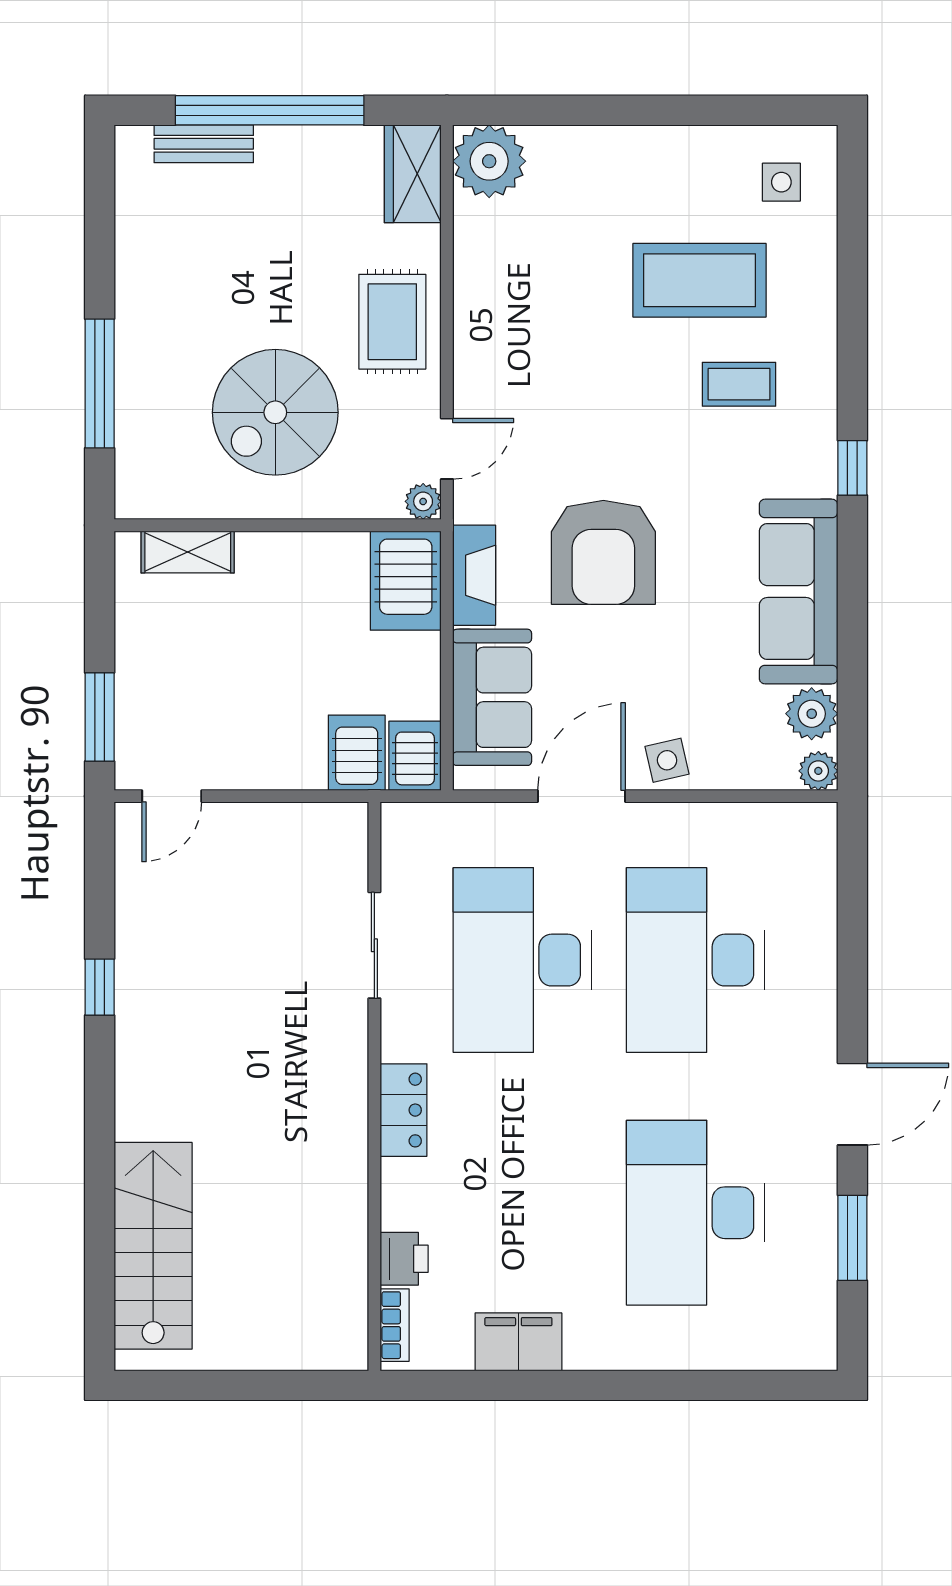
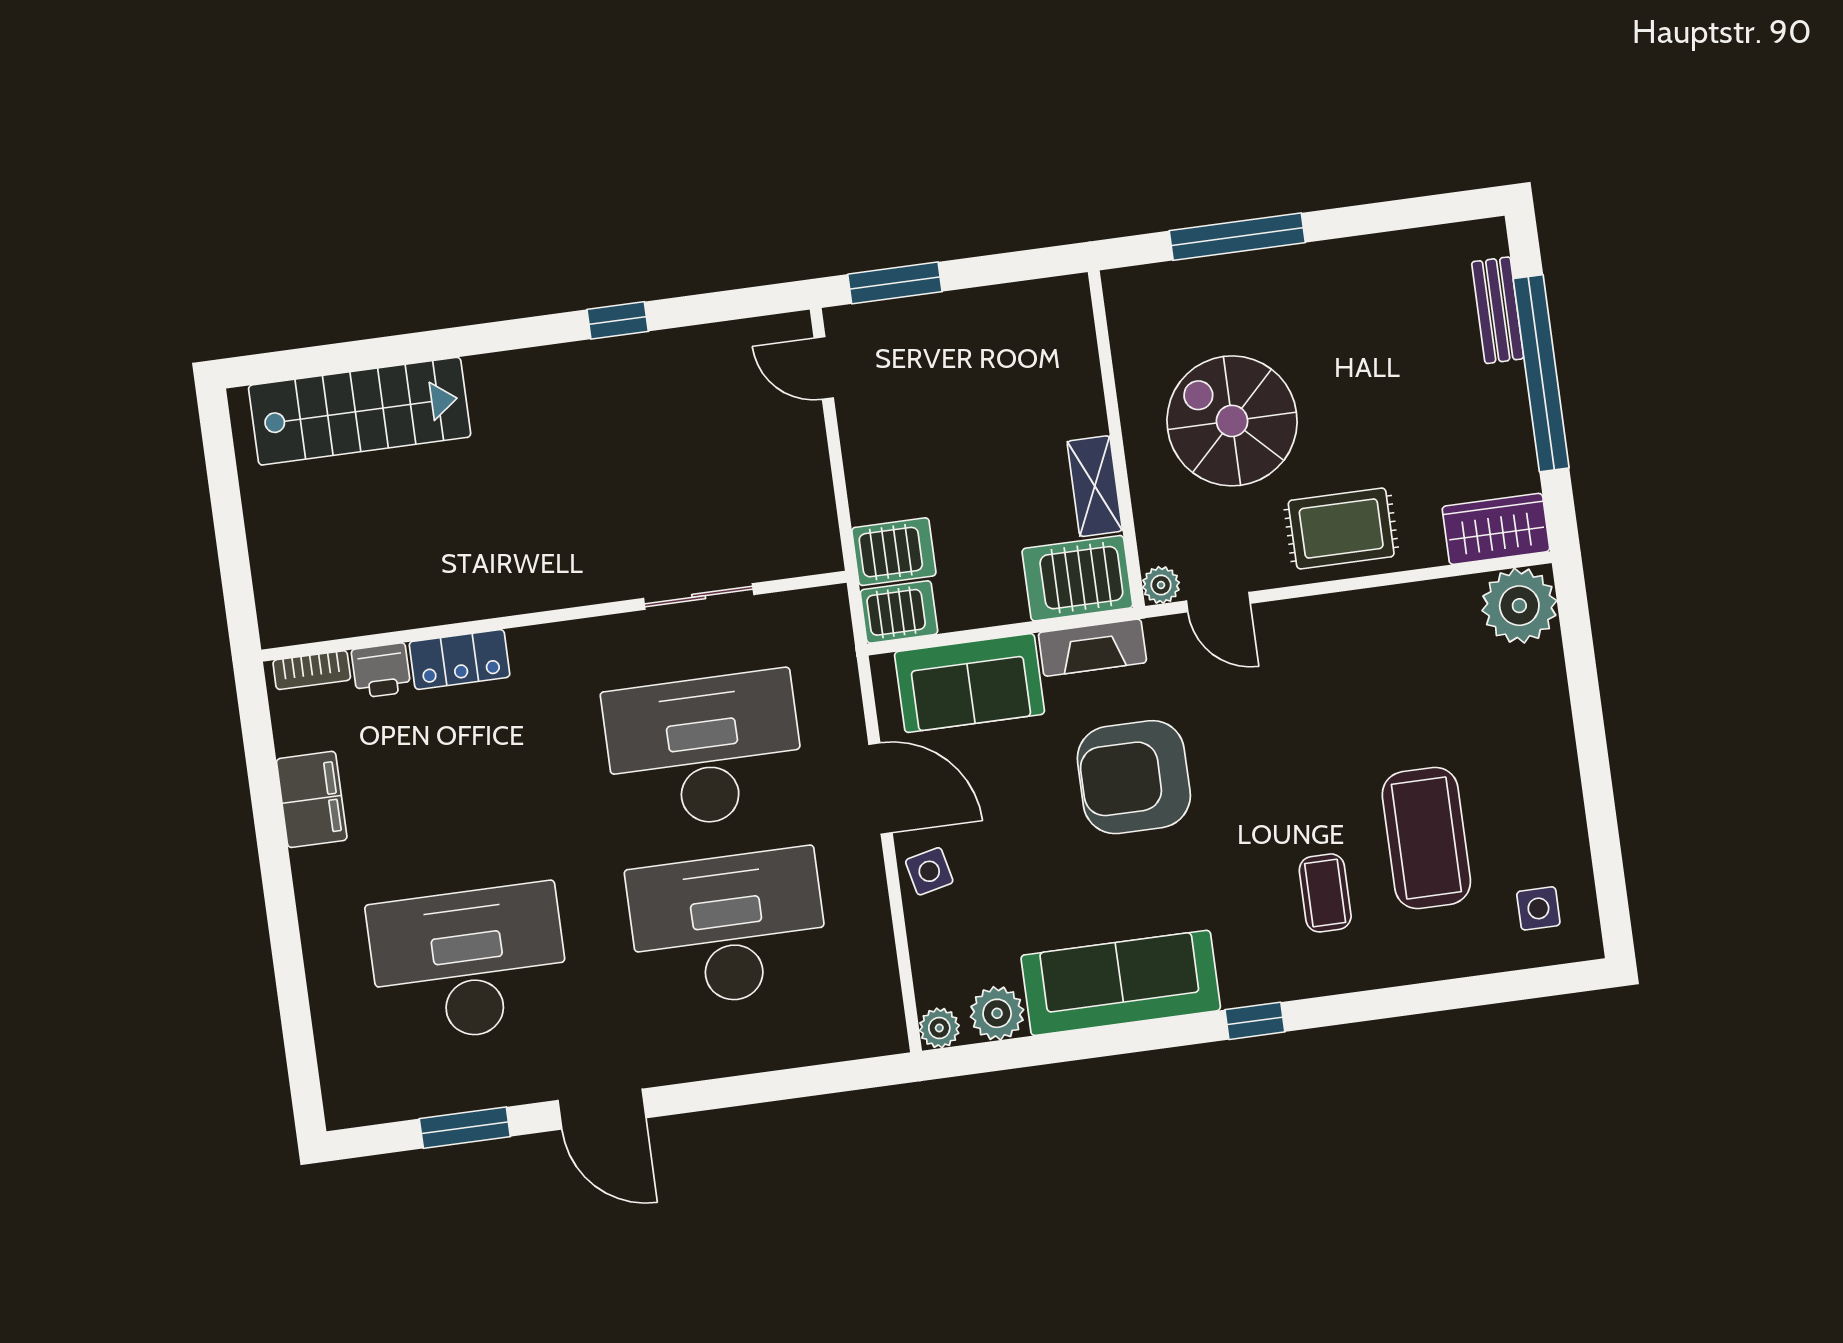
shelving: (188, 552) -> (1095, 486), moved
locker: (404, 1110) -> (460, 659), moved

